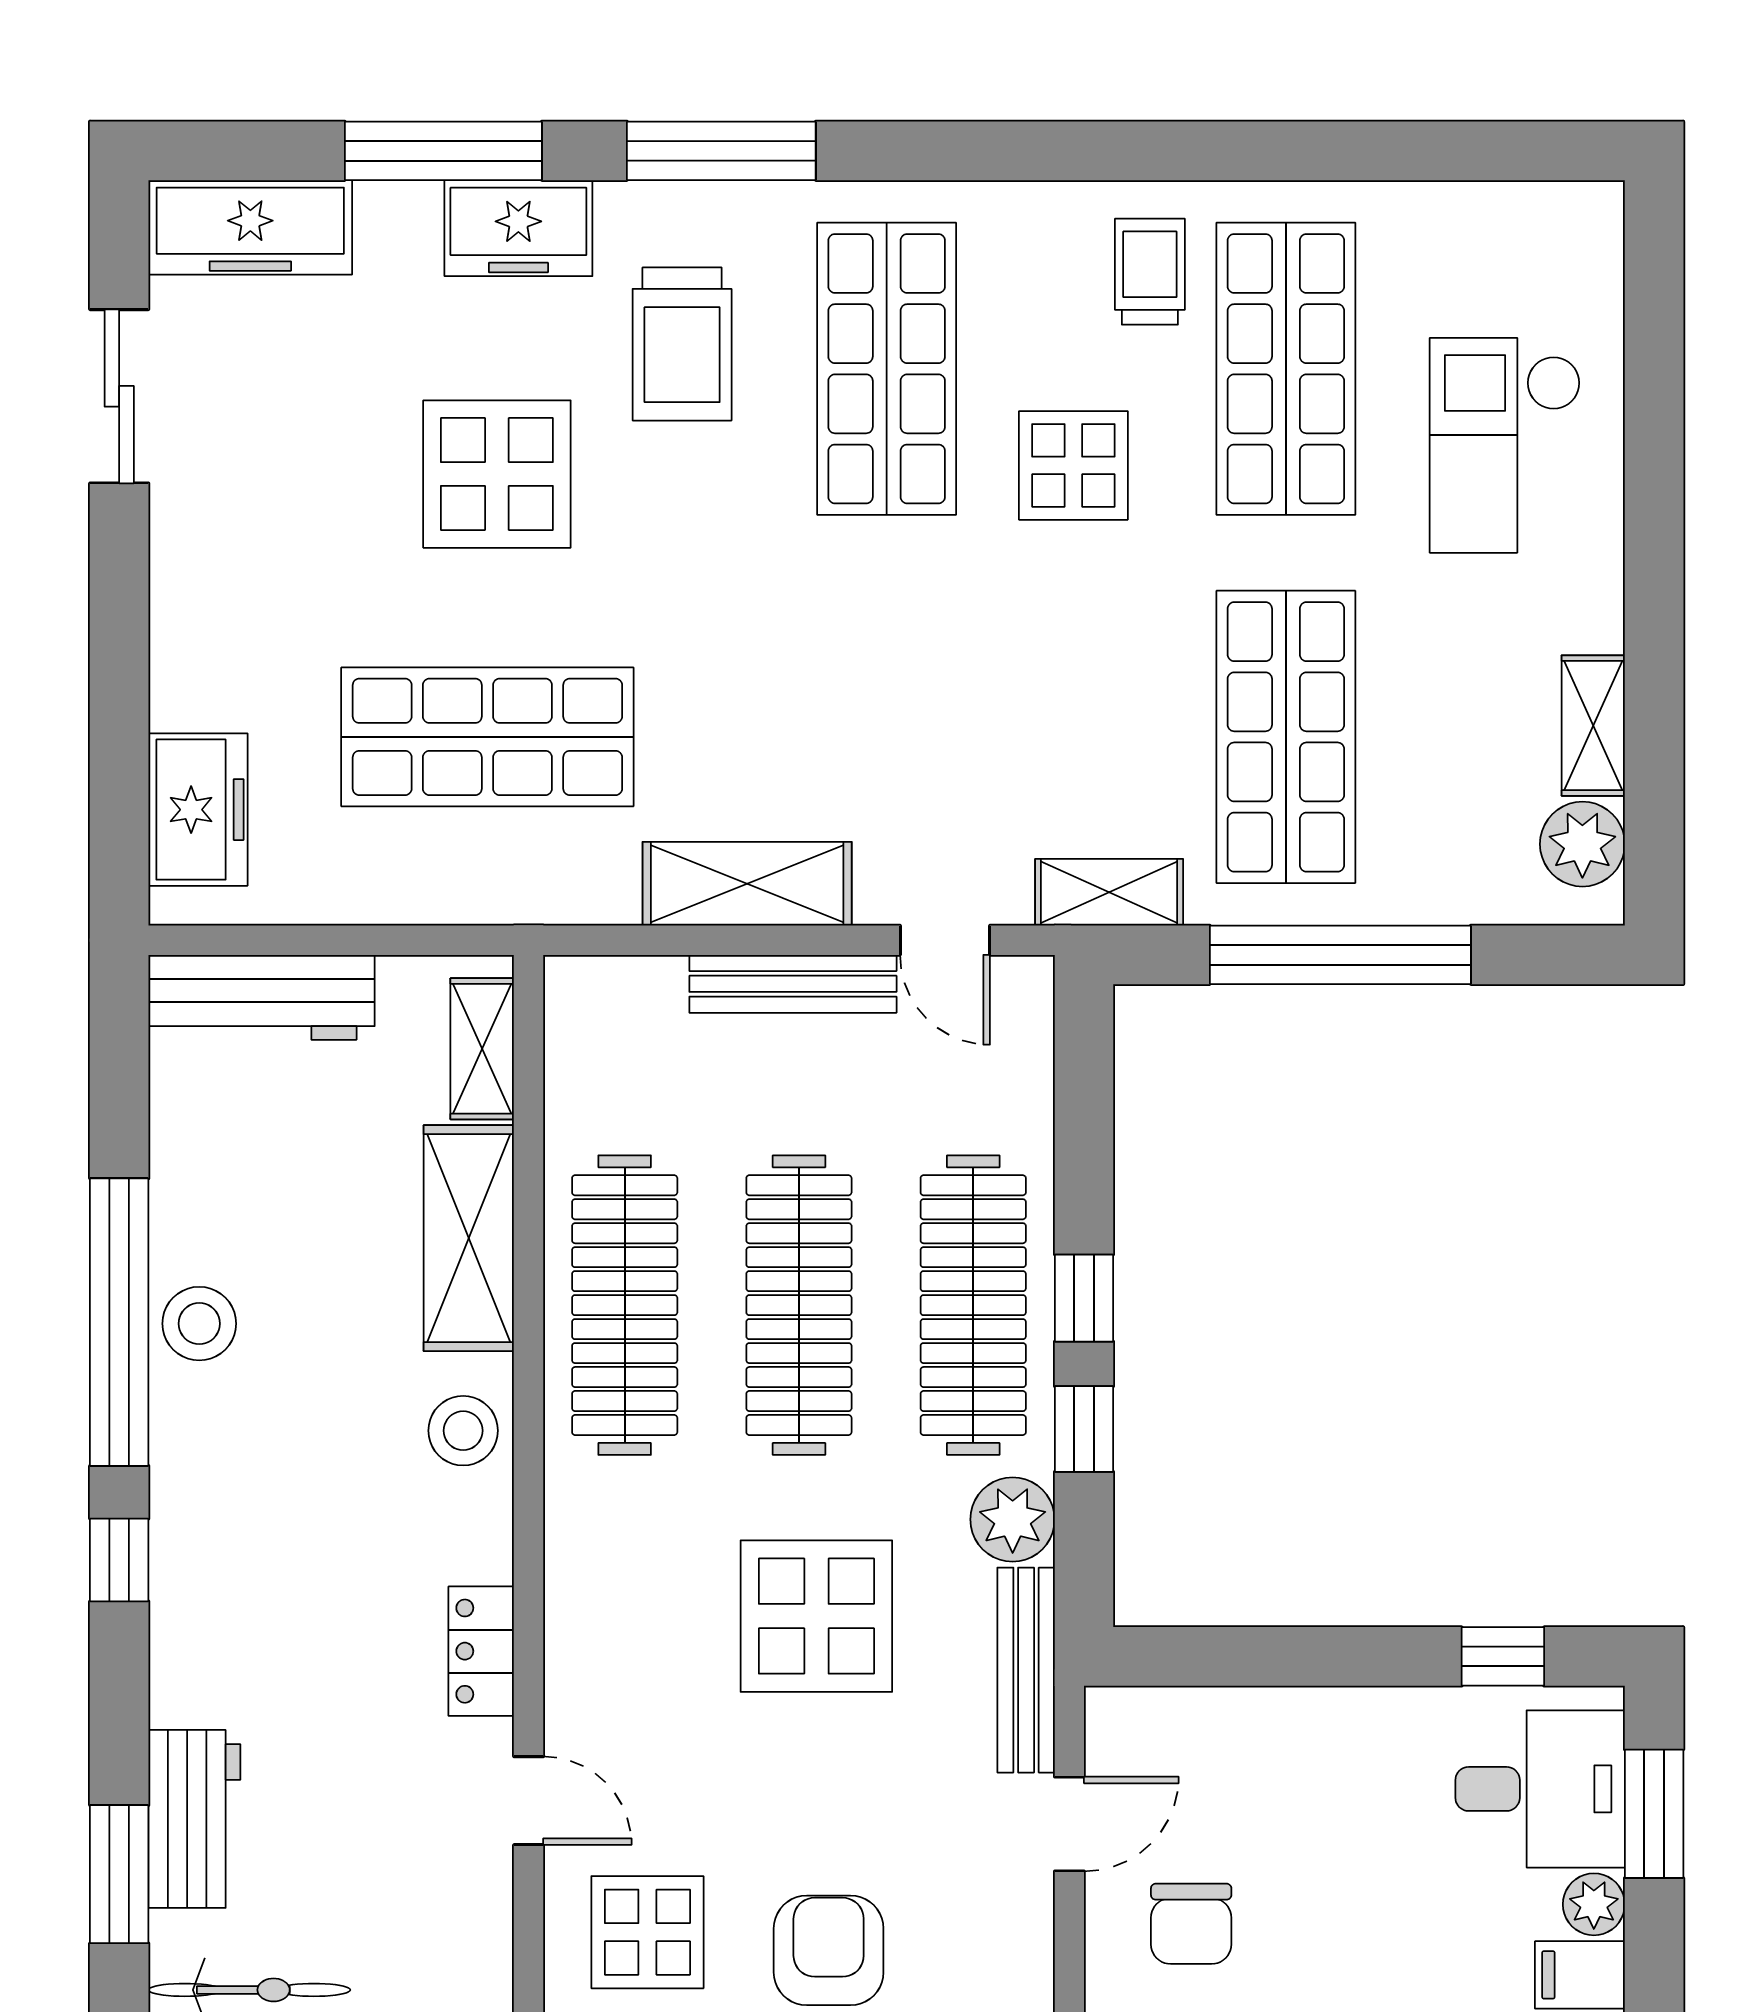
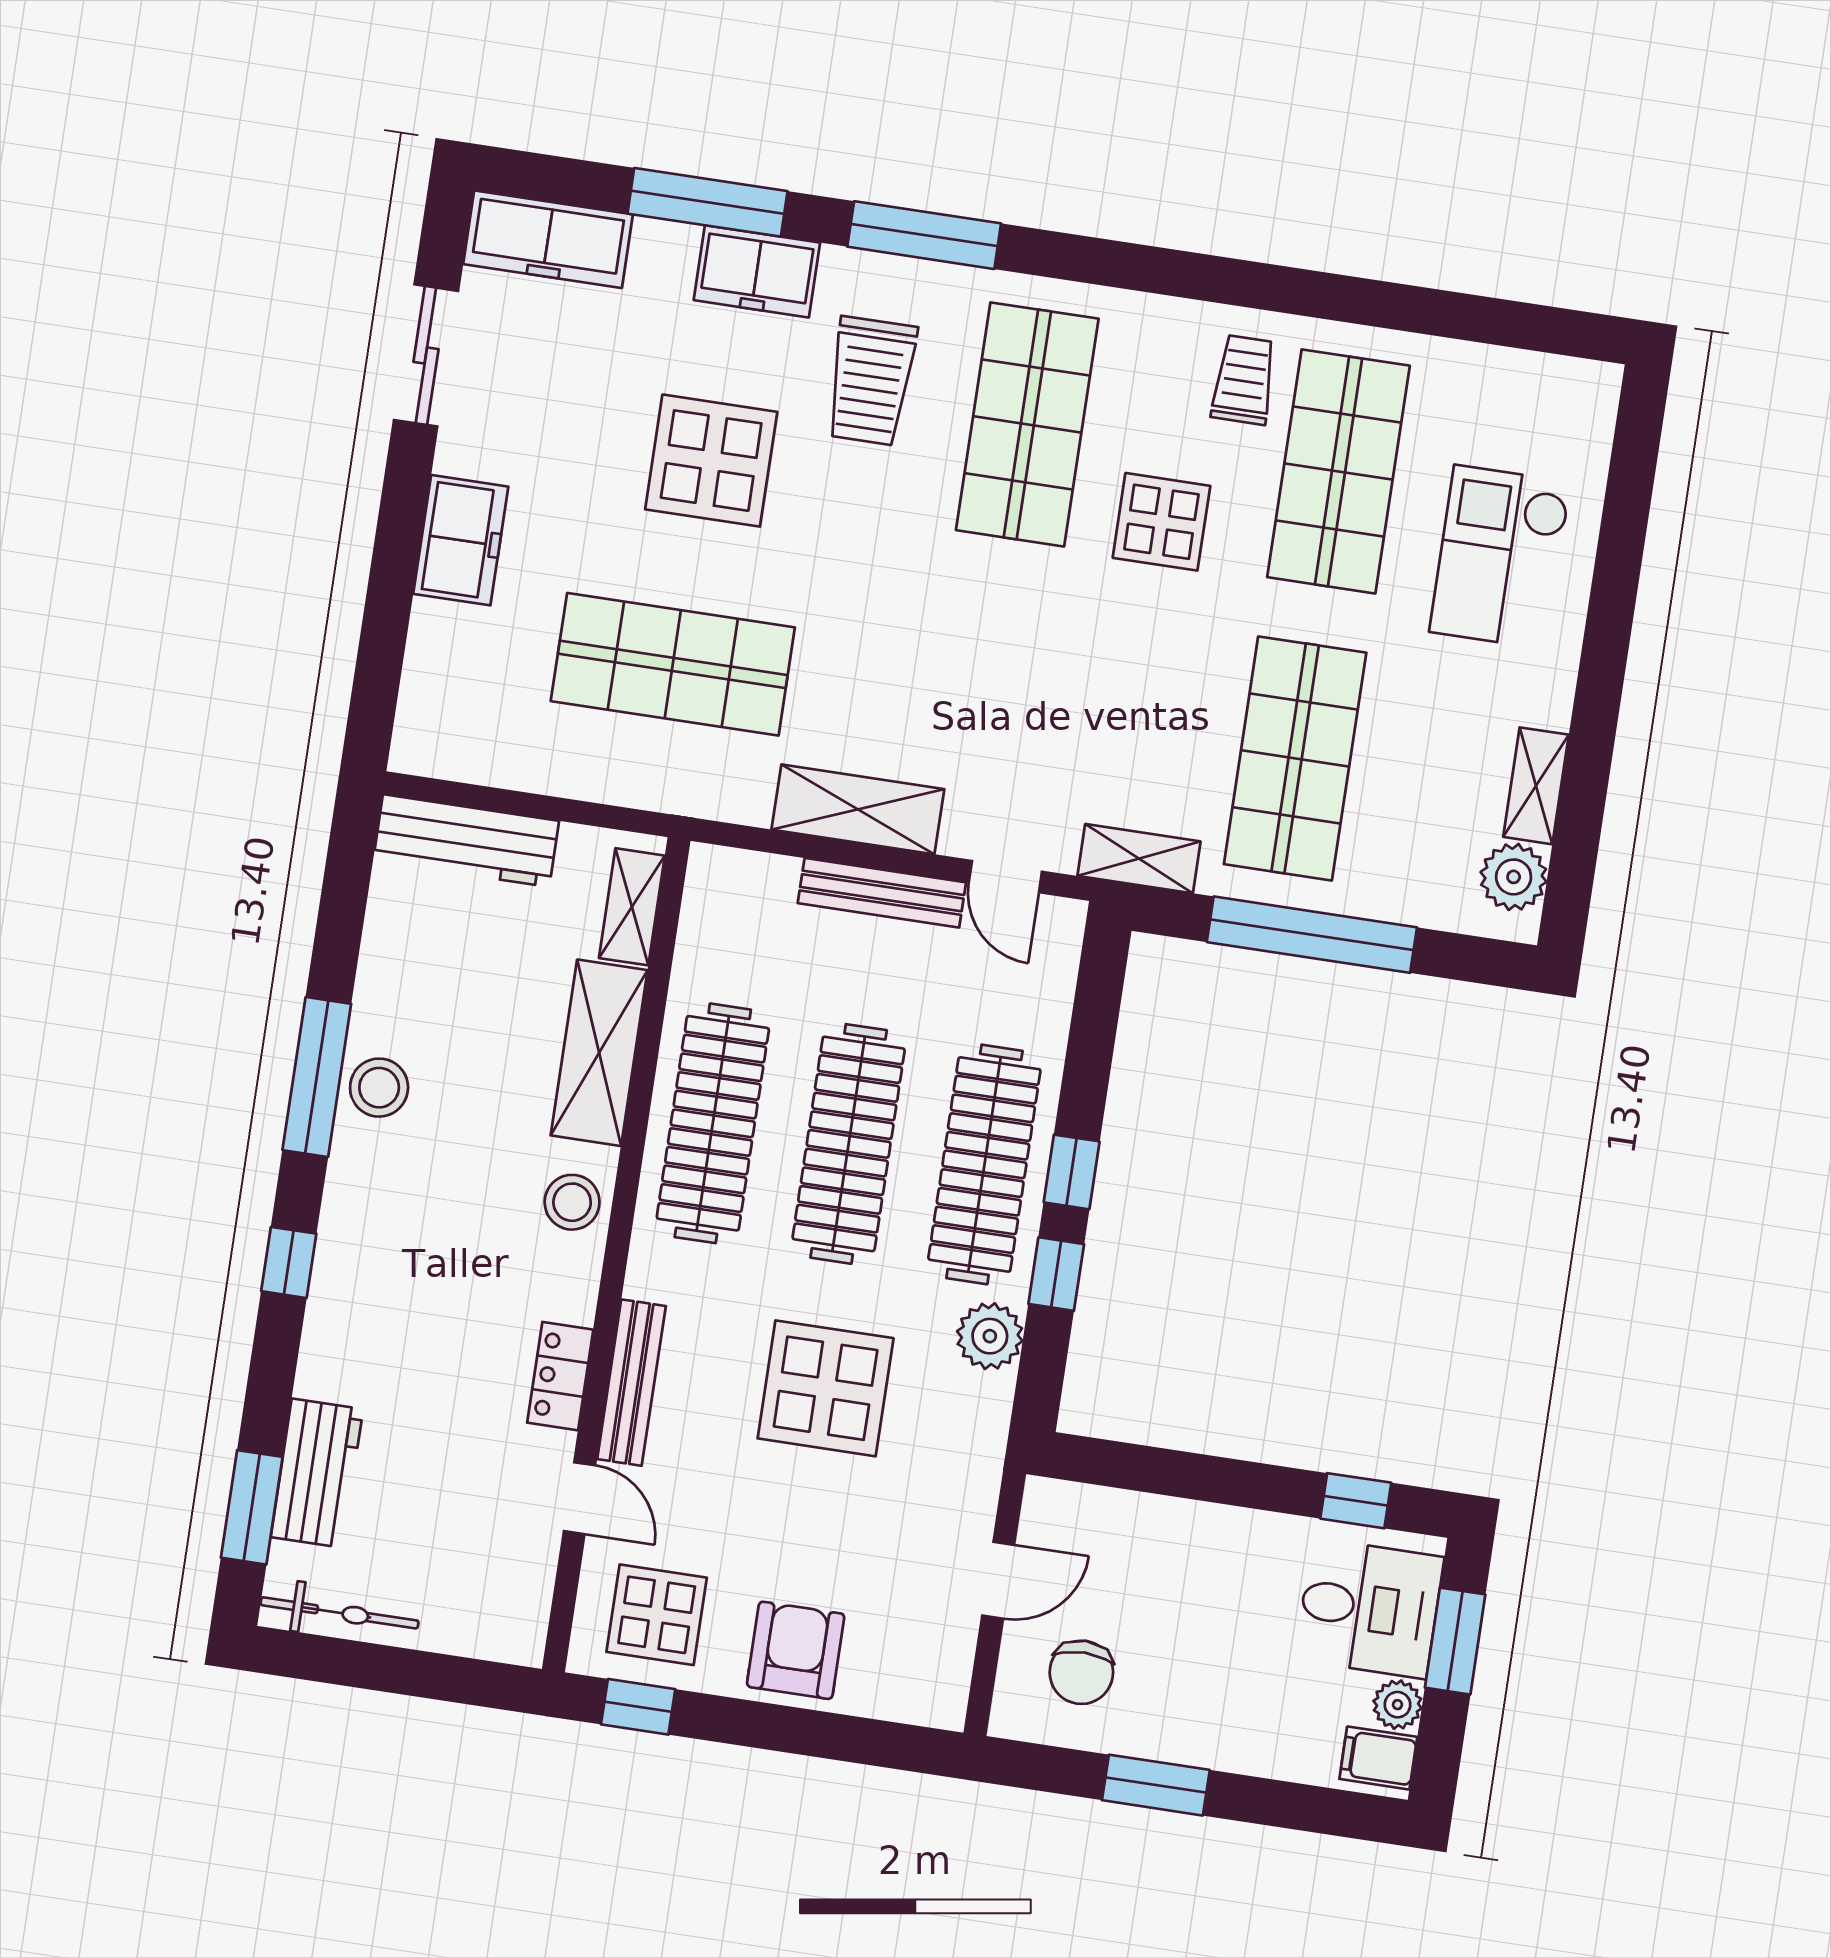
freezer: (198, 810) -> (461, 540), moved
window: (119, 1322) -> (317, 1077), width x0.68
bench: (1026, 1670) -> (631, 1383), moved

